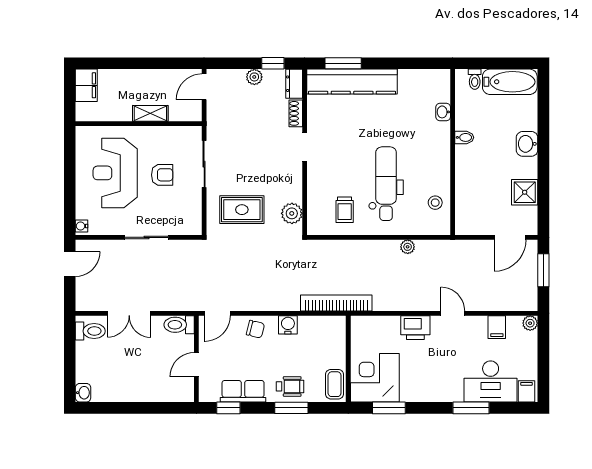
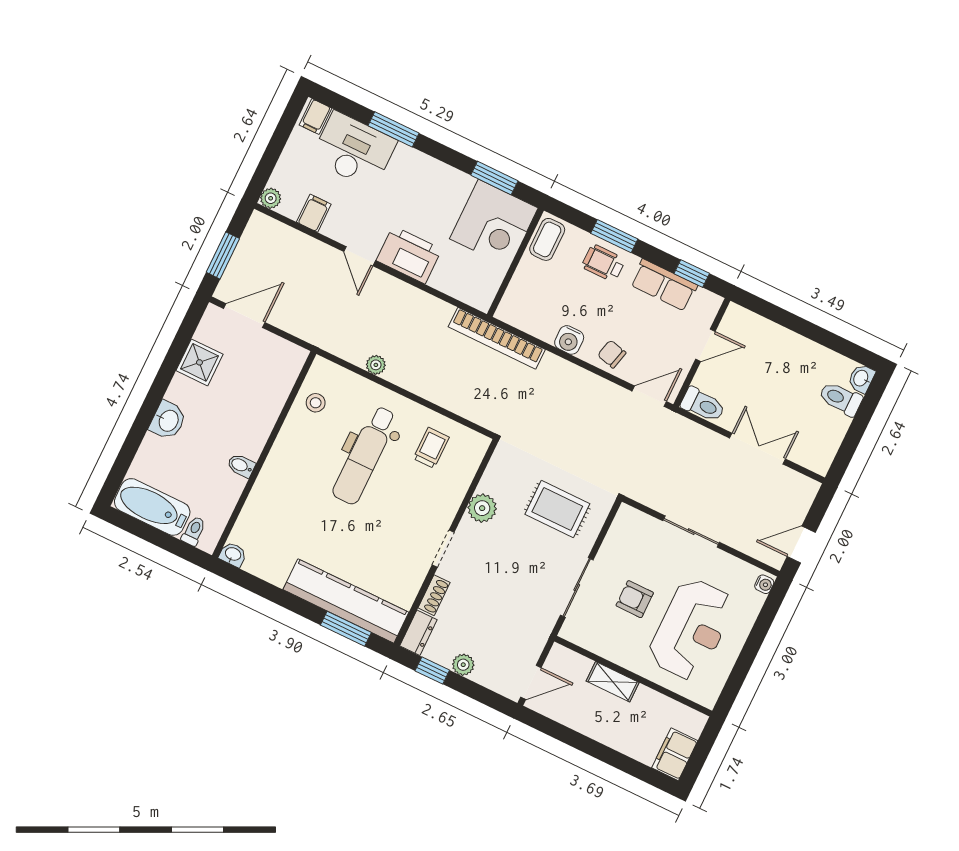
washbasin: (443, 112) -> (233, 554), moved, turned -90
plant: (292, 213) -> (482, 508), moved
printer: (415, 328) -> (409, 255), width x1.37, depth x1.19
toilet: (90, 331) -> (841, 399), moved

